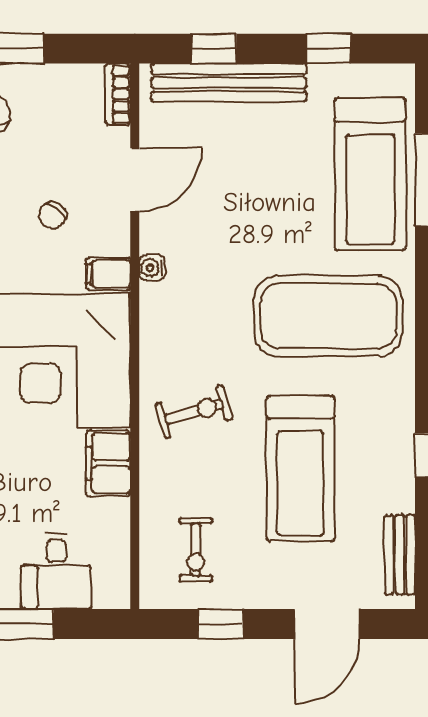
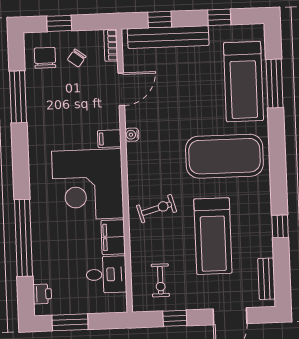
chair: (52, 215) -> (77, 58), moved
desk: (56, 571) -> (106, 274), moved, turned -90

